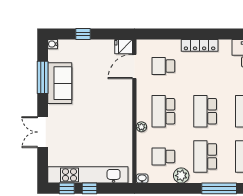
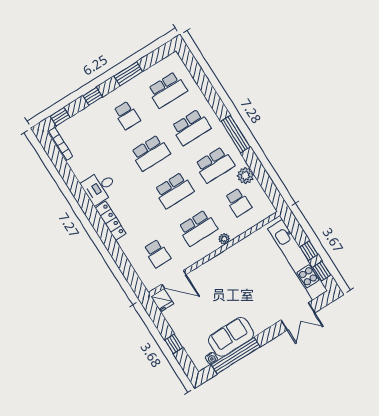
water cooler: (53, 44) -> (211, 358), moved
locker: (200, 45) -> (110, 221), moved
window: (43, 77) -> (236, 356), width x1.46
double door: (43, 132) -> (298, 316), moved
washbasin: (142, 178) -> (270, 209), removed

